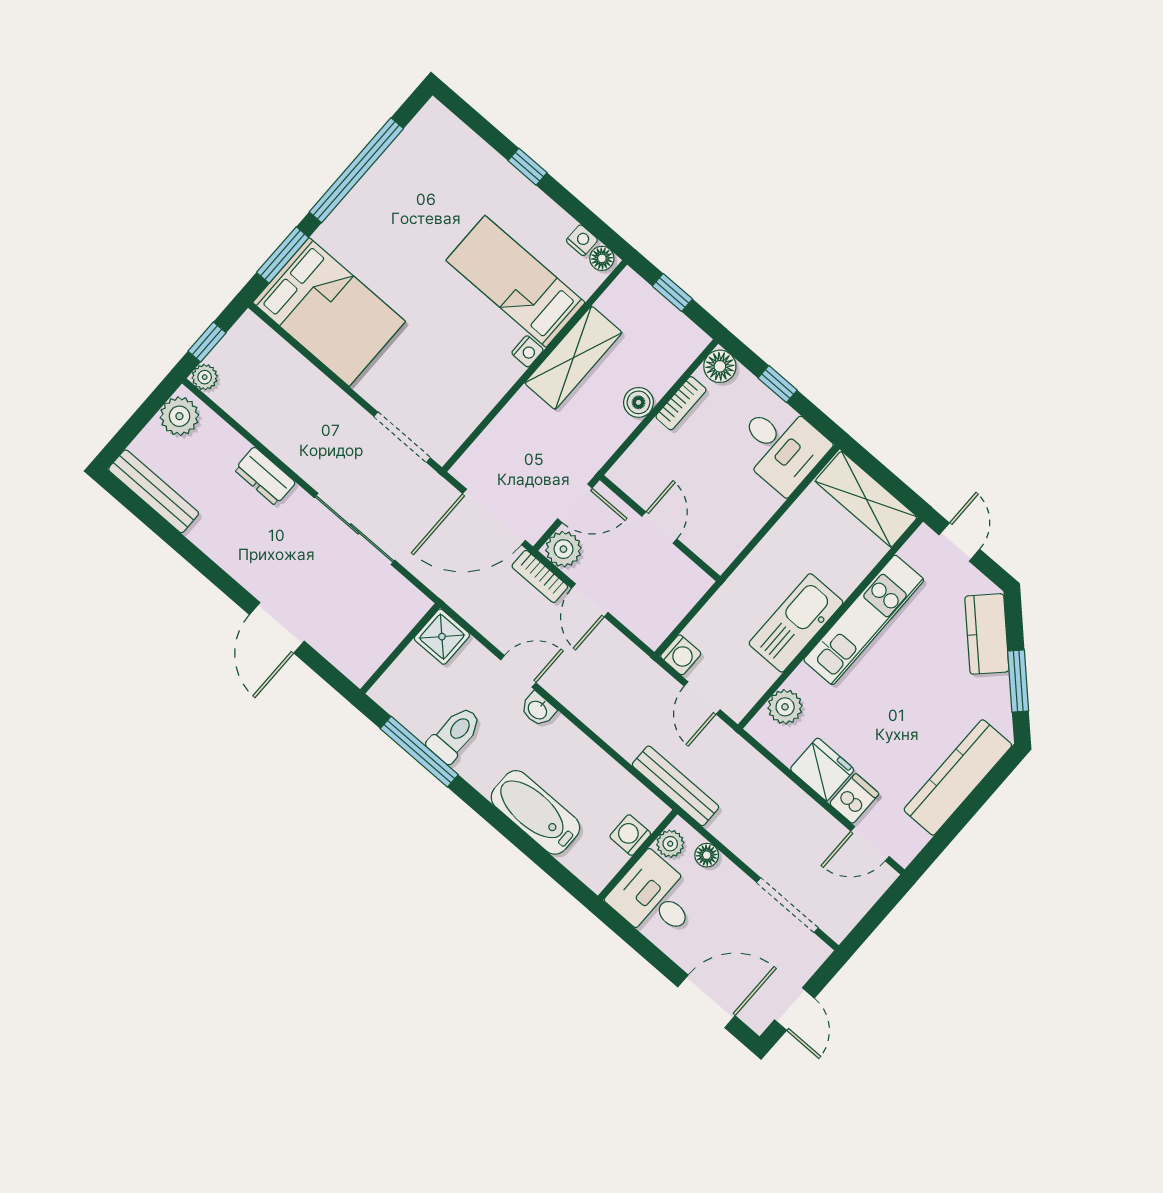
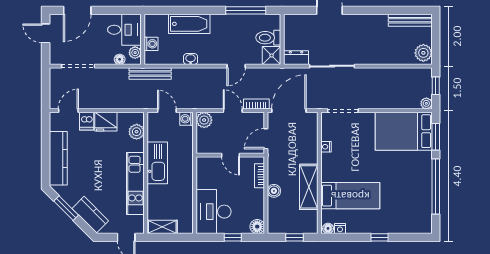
nightstand: (527, 351) -> (326, 147), moved
plant: (205, 377) -> (426, 103), moved
bookcase: (681, 403) -> (260, 176), moved
desk: (781, 446) -> (214, 212), width x1.37
dresser: (265, 476) -> (296, 58), moved
shelving: (866, 499) -> (162, 227), width x0.67, depth x0.75
plant: (563, 549) -> (204, 120), moved
washbasin: (538, 709) -> (191, 59), moved
toilet: (455, 734) -> (268, 38), moved, turned 90

